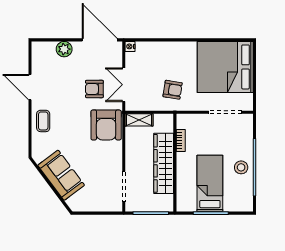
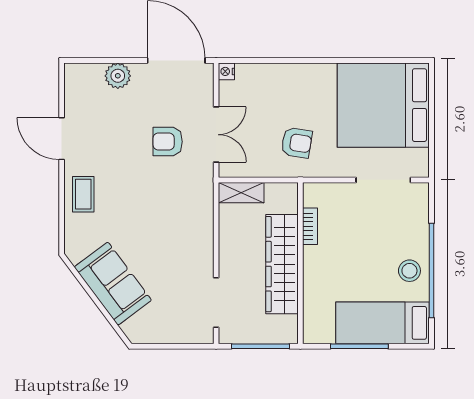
double door: (124, 85) -> (216, 135), swing flipped
armchair: (106, 125) -> (187, 201), removed
bed: (210, 183) -> (383, 323), moved, turned -90

